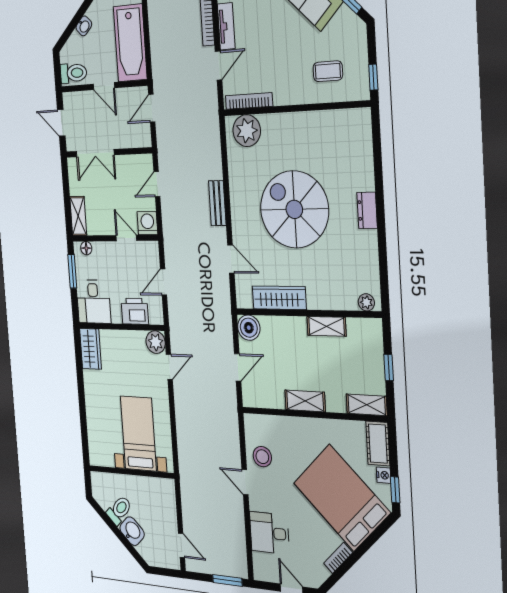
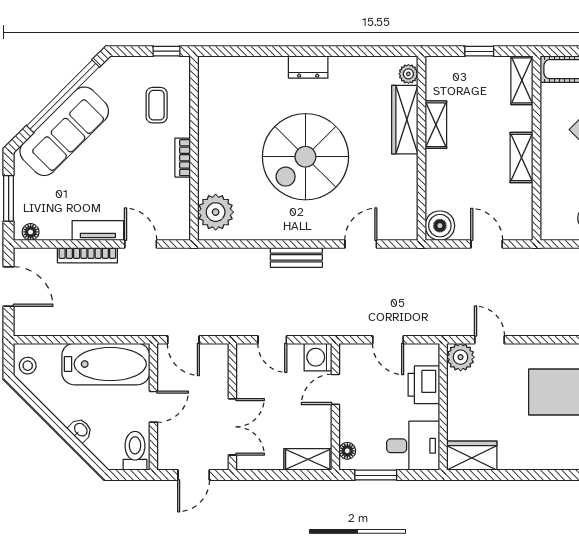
bookcase: (249, 101) -> (183, 158), moved, width x0.64
wardrobe: (279, 298) -> (405, 120), moved

